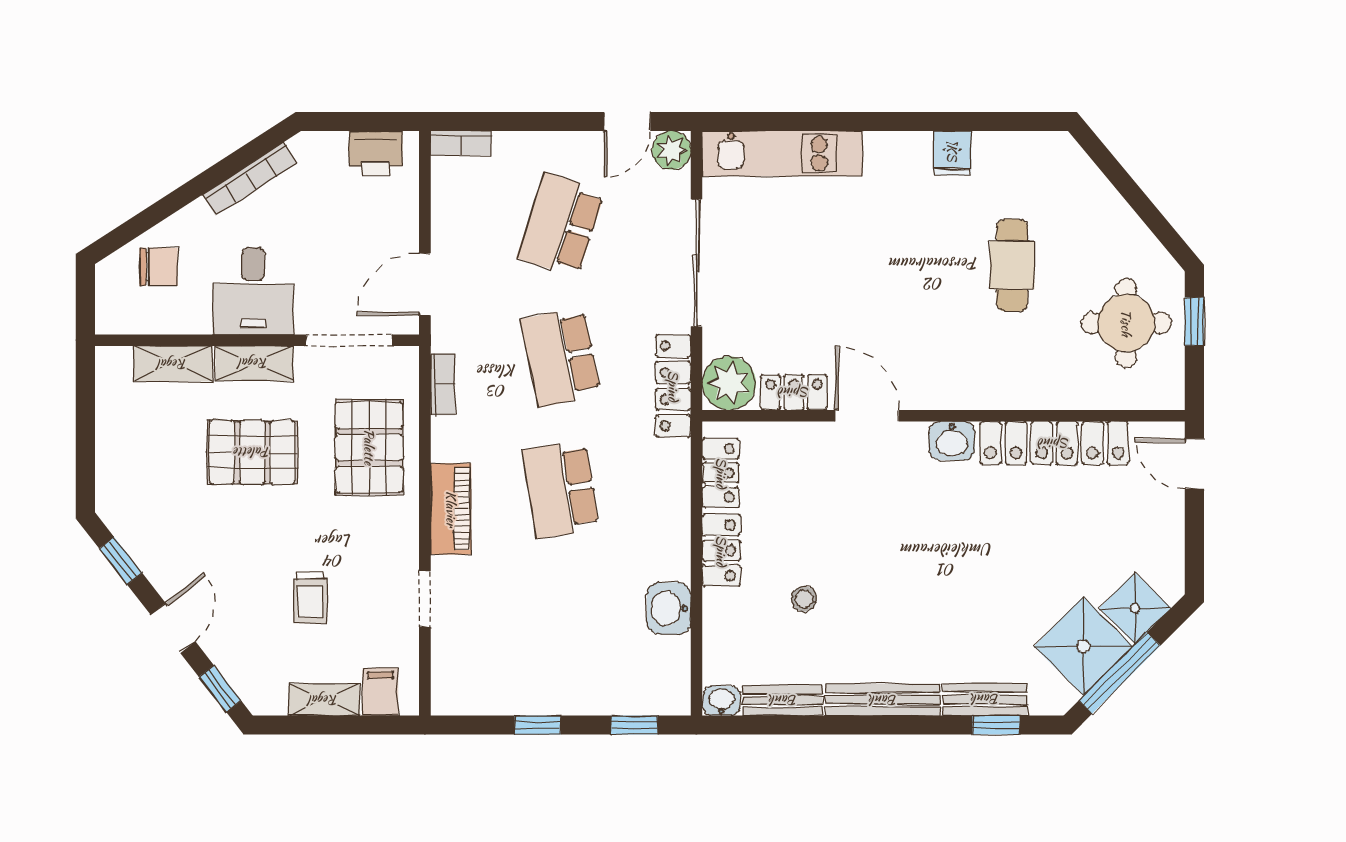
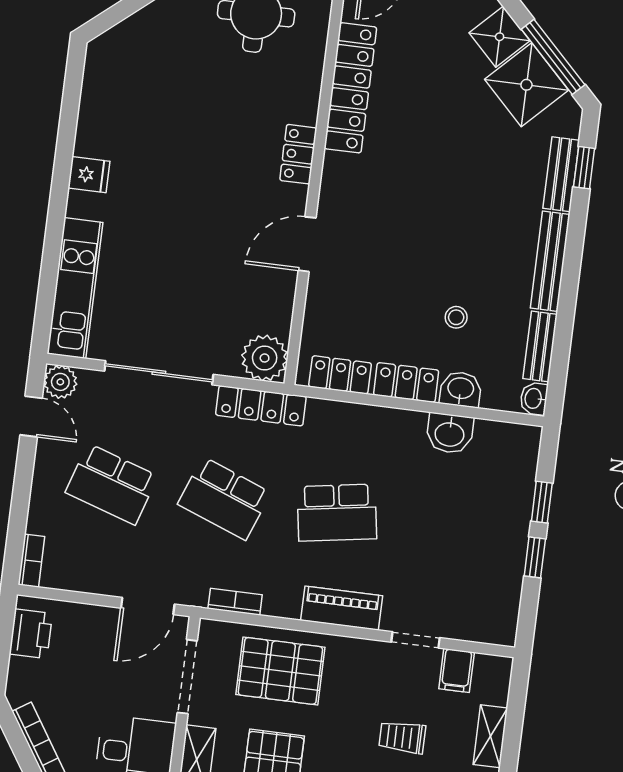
fridge: (952, 153) -> (89, 175), moved
cafe table: (1012, 265) -> (195, 104), removed
door: (425, 284) -> (148, 606), hinge flipped
school desk: (561, 357) -> (224, 498), turned 33
locker: (794, 392) -> (298, 154), moved
washbasin: (952, 441) -> (461, 389), moved, turned -90
trolley: (310, 598) -> (402, 737), turned 180
filing cabinet: (380, 692) -> (457, 670), moved, turned -90
window: (634, 725) -> (542, 502), moved

